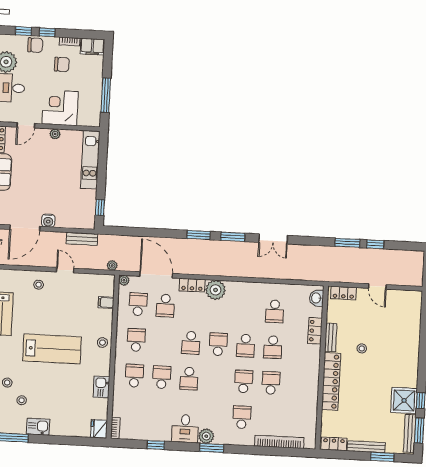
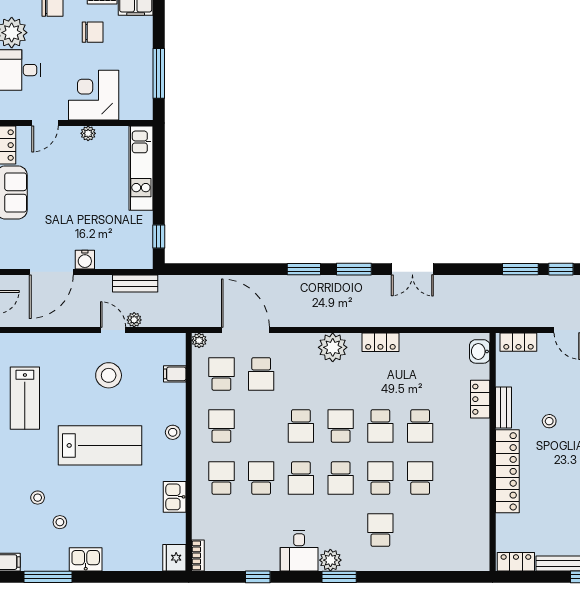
plant: (112, 265) -> (134, 320), moved
stool: (39, 285) -> (109, 375), moved, width x1.89, depth x1.89
locker: (192, 285) -> (380, 342), moved
school desk: (275, 311) -> (341, 478), moved
bookcase: (279, 442) -> (437, 563), removed

